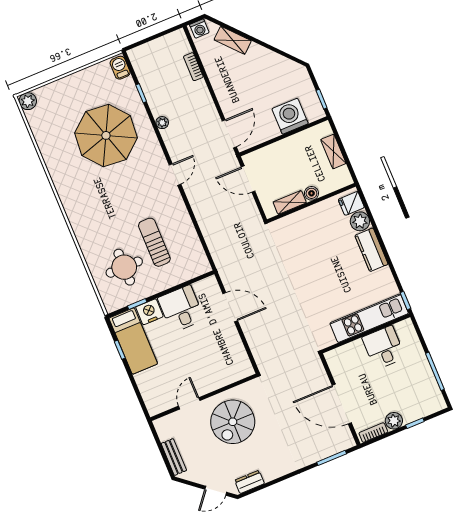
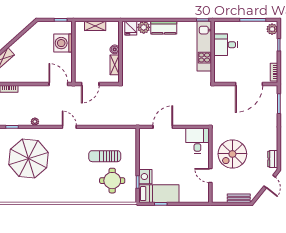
desk: (181, 309) -> (197, 141), moved, turned 90
plant: (394, 421) -> (272, 29), moved
spiral stairs: (233, 422) -> (232, 154), turned 90

